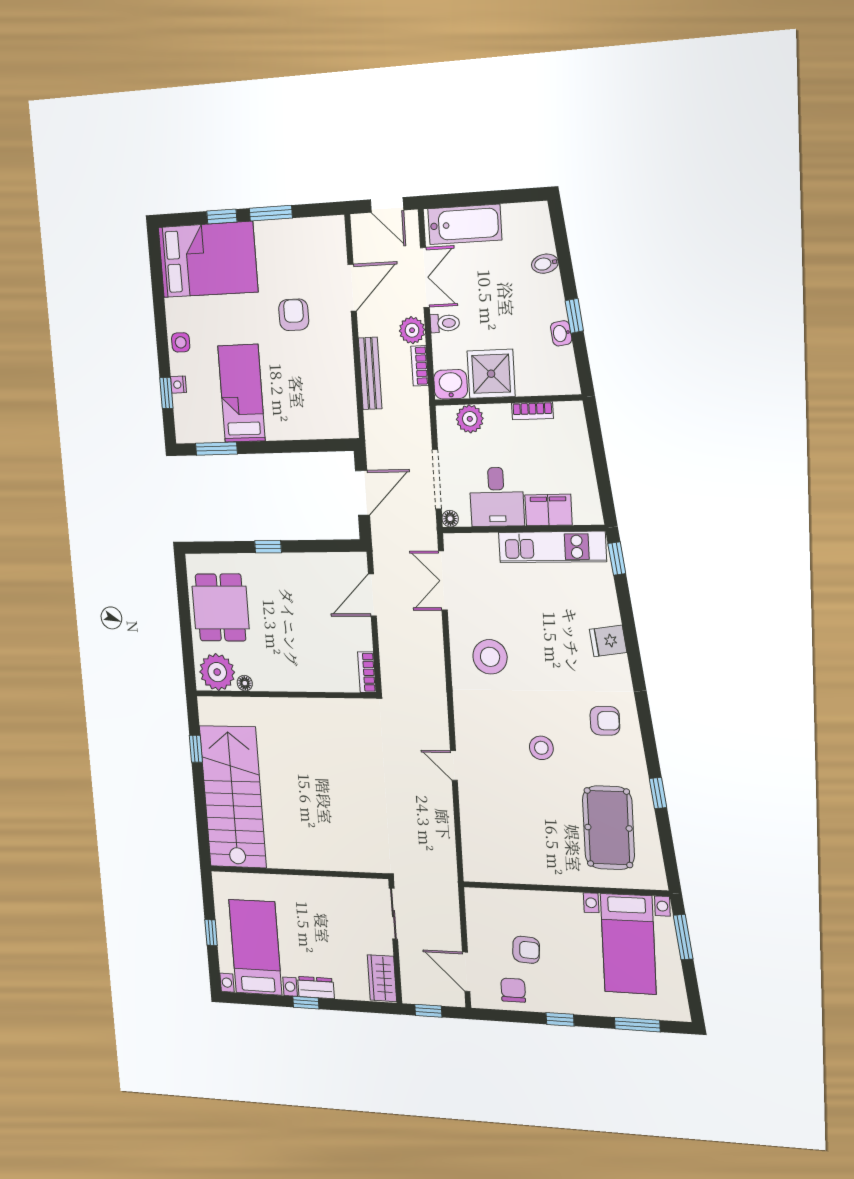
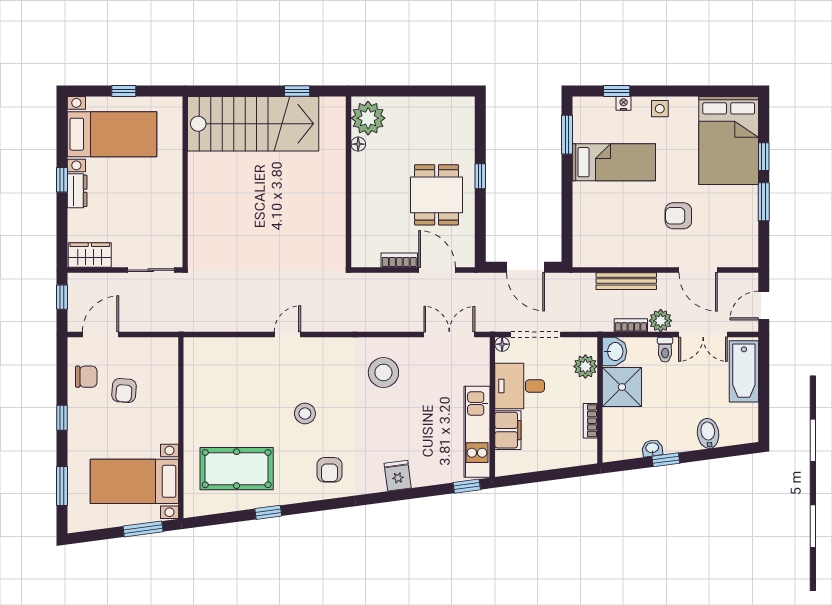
bidet: (545, 264) -> (708, 433), width x1.38, depth x1.36
armchair: (294, 315) -> (678, 216), turned 180
dining table: (221, 608) -> (437, 195), moved, turned 90
bookcase: (367, 672) -> (399, 260), moved

